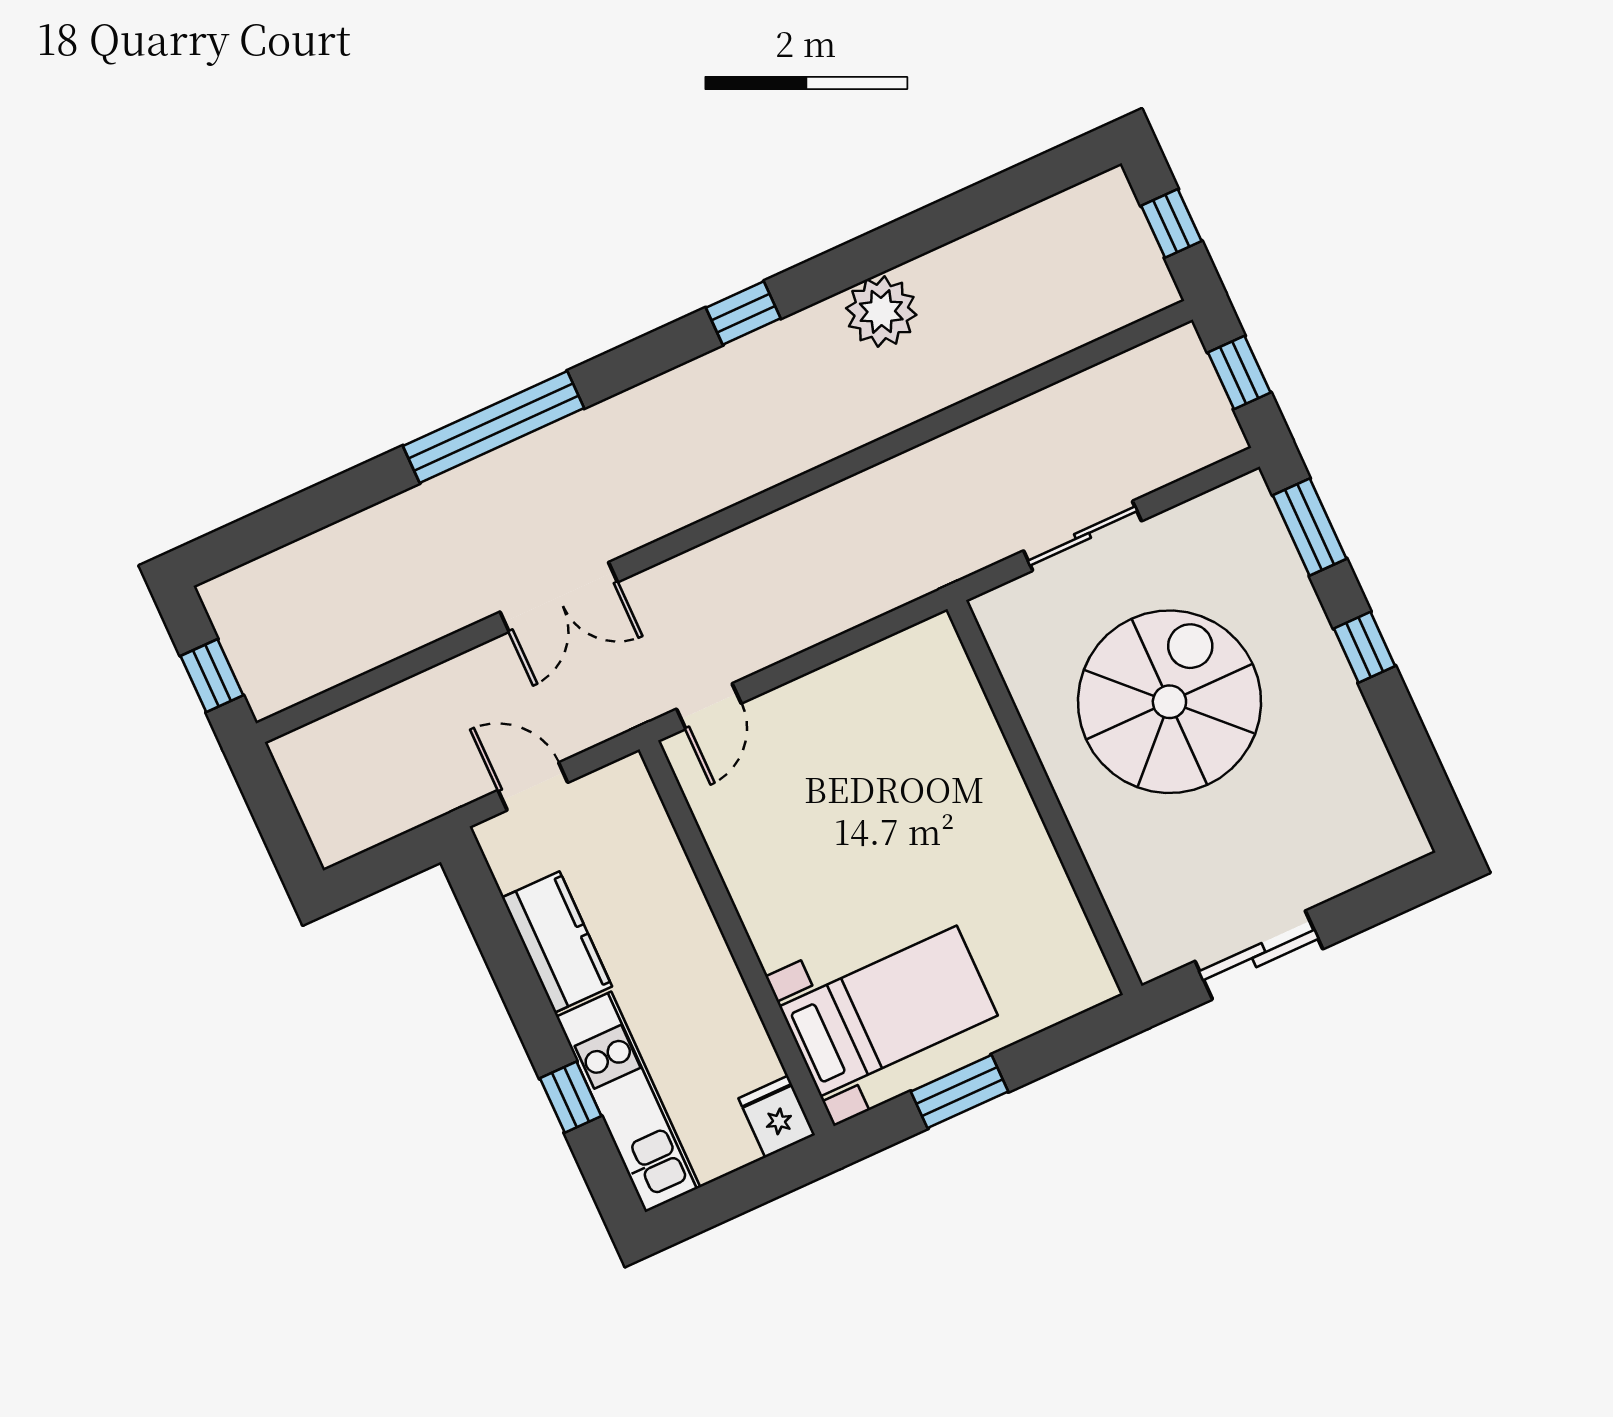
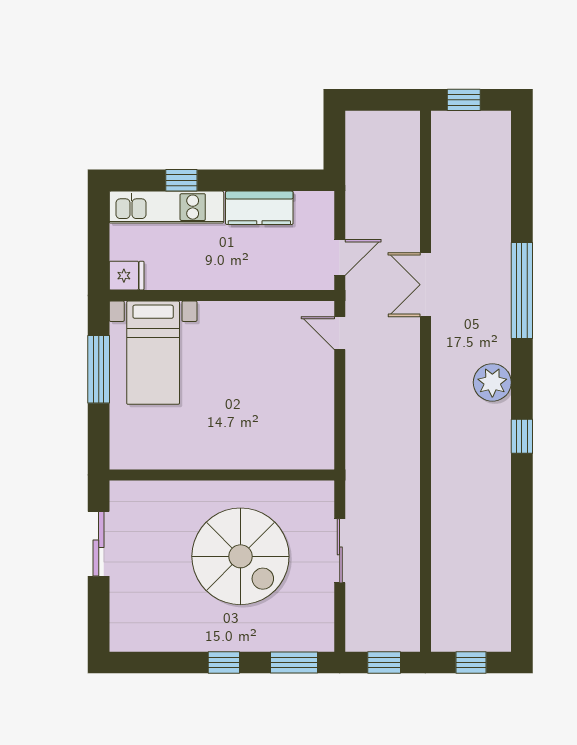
plant: (881, 312) -> (492, 382), moved
door: (533, 786) -> (340, 257), moved
window: (959, 1091) -> (99, 369), width x1.44

